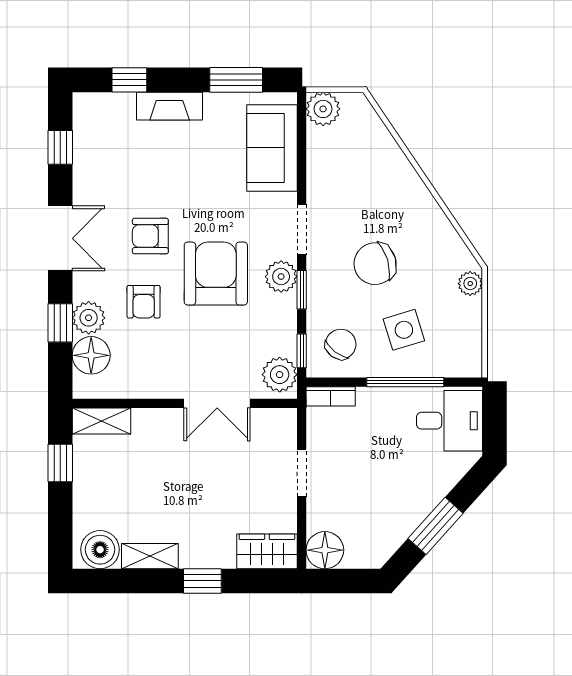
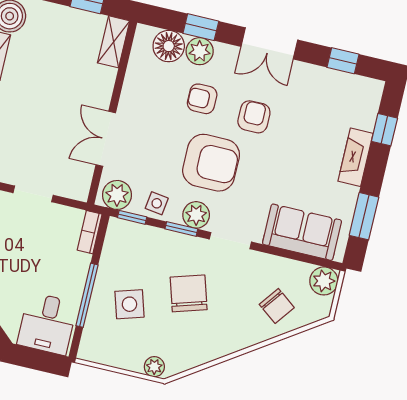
side table: (278, 326) -> (157, 203), added
chair: (341, 344) -> (277, 306), moved

